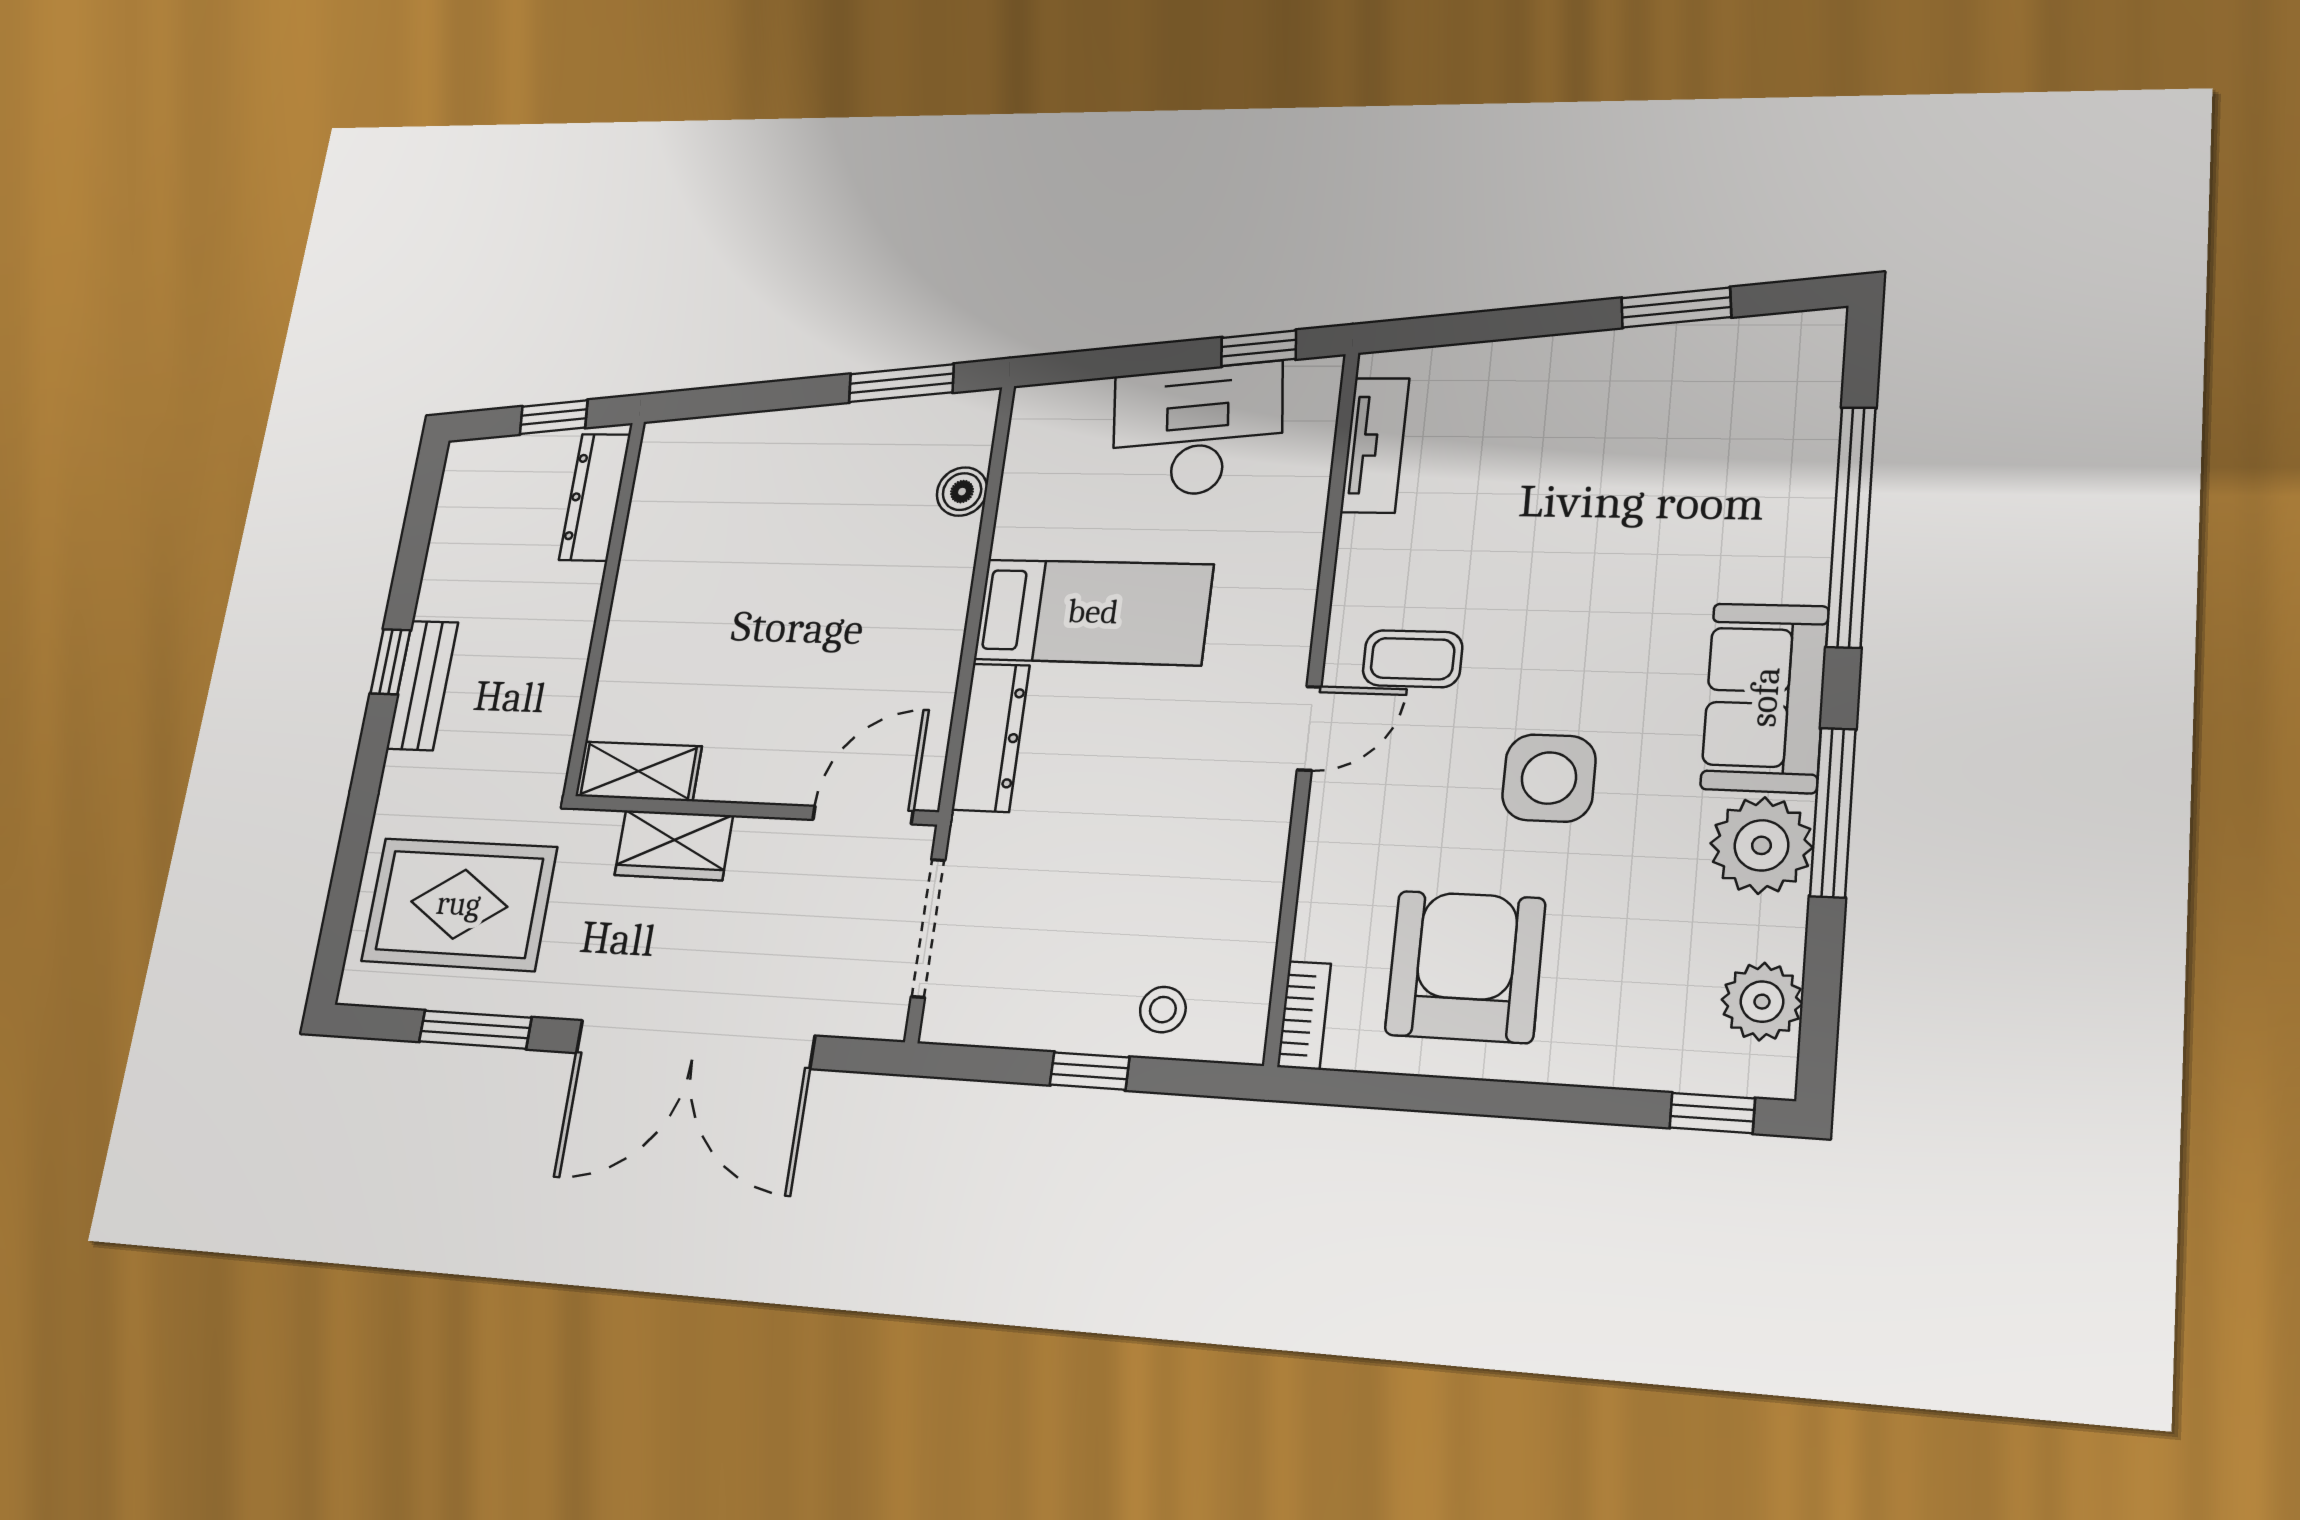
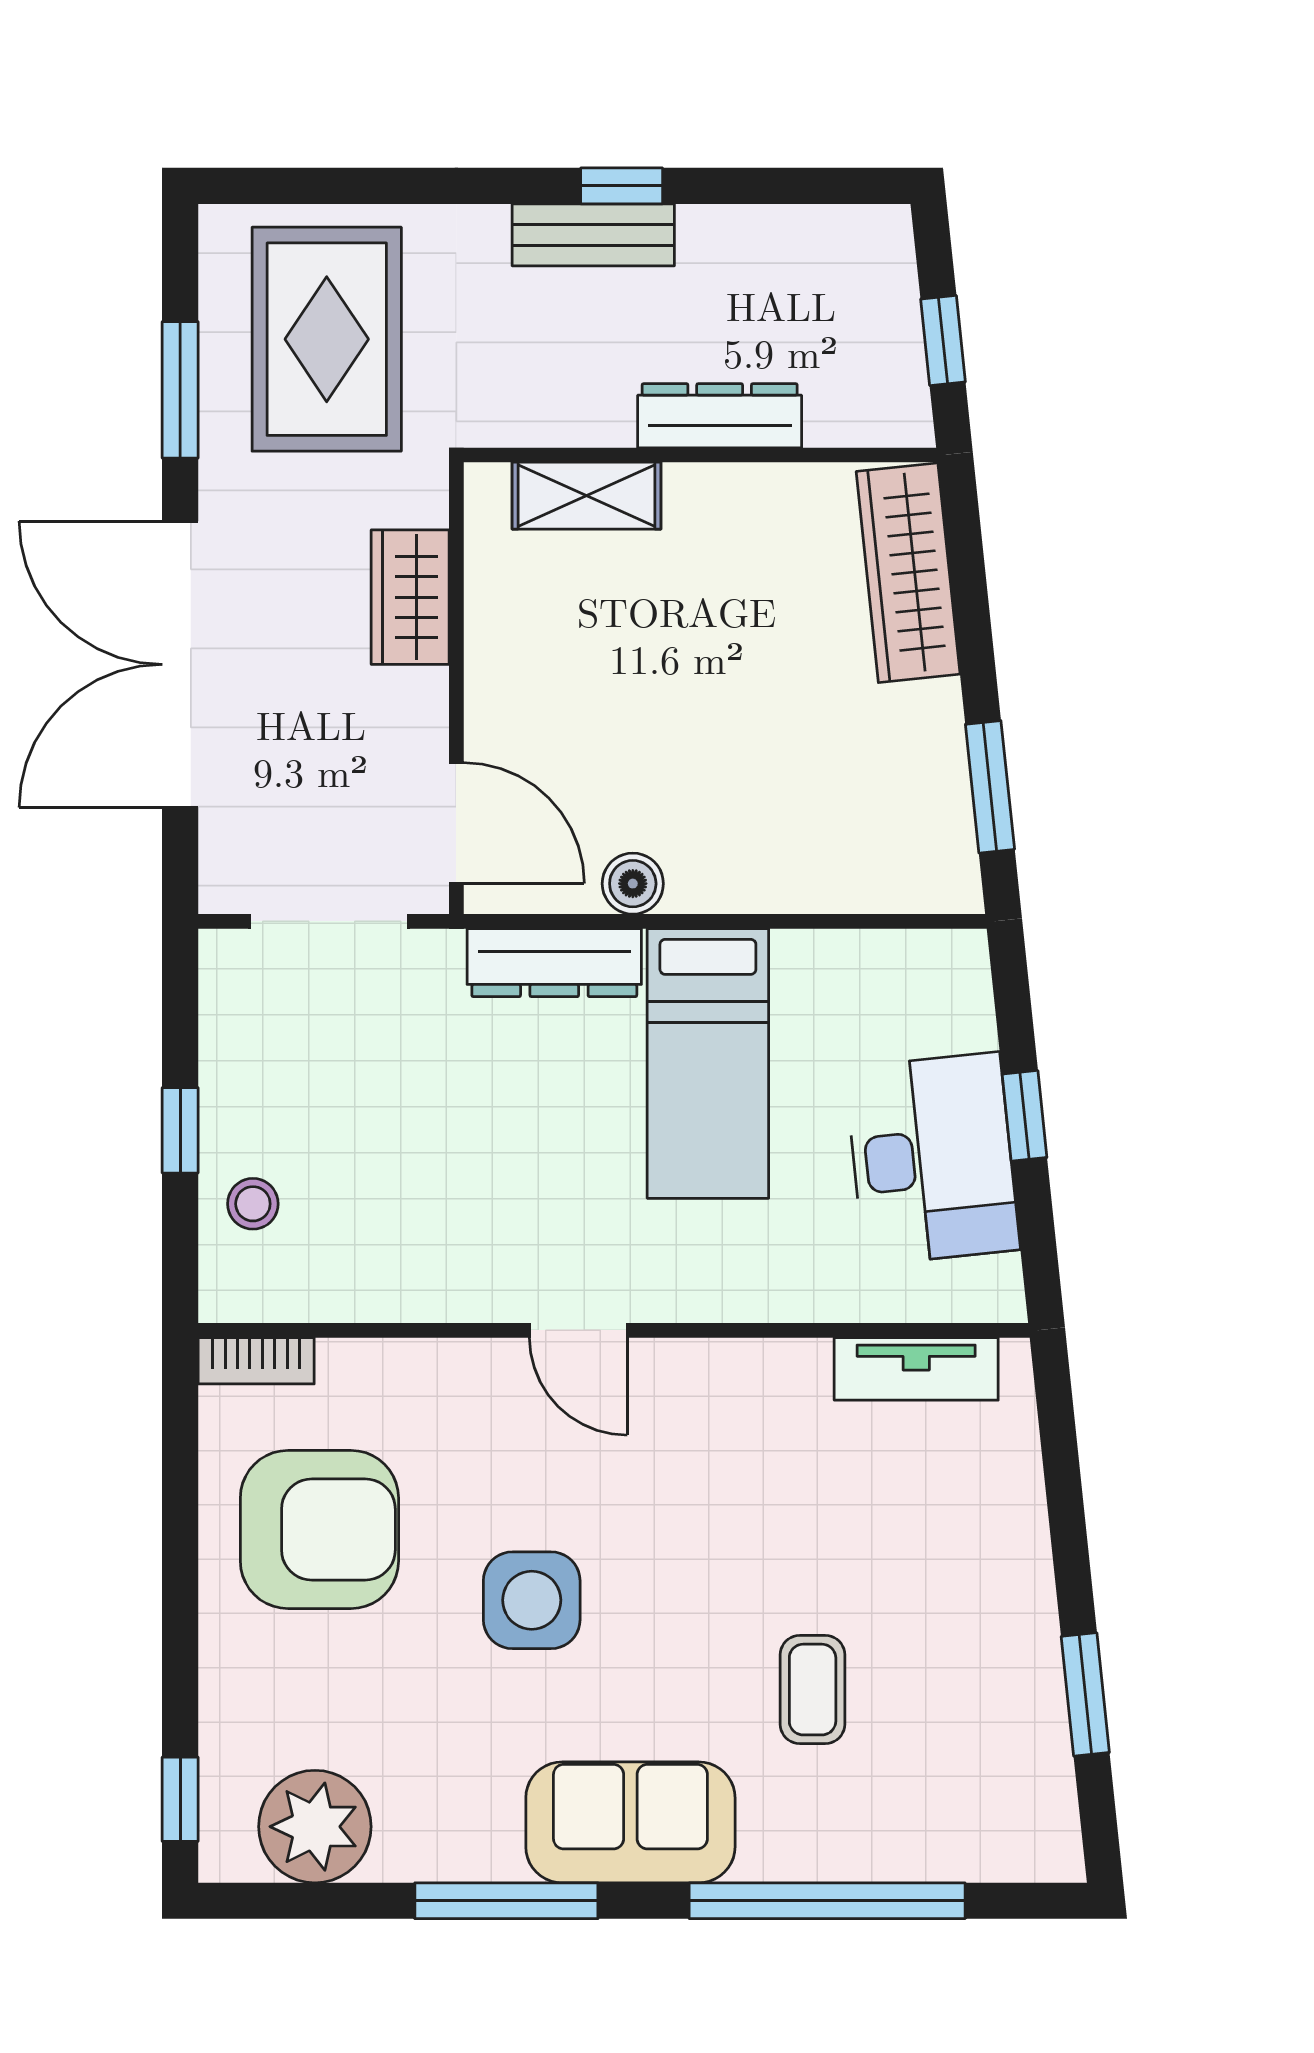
window: (1259, 348) -> (1024, 1116), moved
wardrobe: (724, 445) -> (908, 573), added
boiler: (962, 492) -> (633, 884), moved
dresser: (595, 497) -> (720, 416), moved
coffee table: (1413, 659) -> (813, 1690), moved
shelving: (638, 771) -> (587, 496), moved, turned 90
plant: (1761, 845) -> (467, 1830), removed
plant: (1762, 1002) -> (315, 1827), width x1.36, depth x1.36

